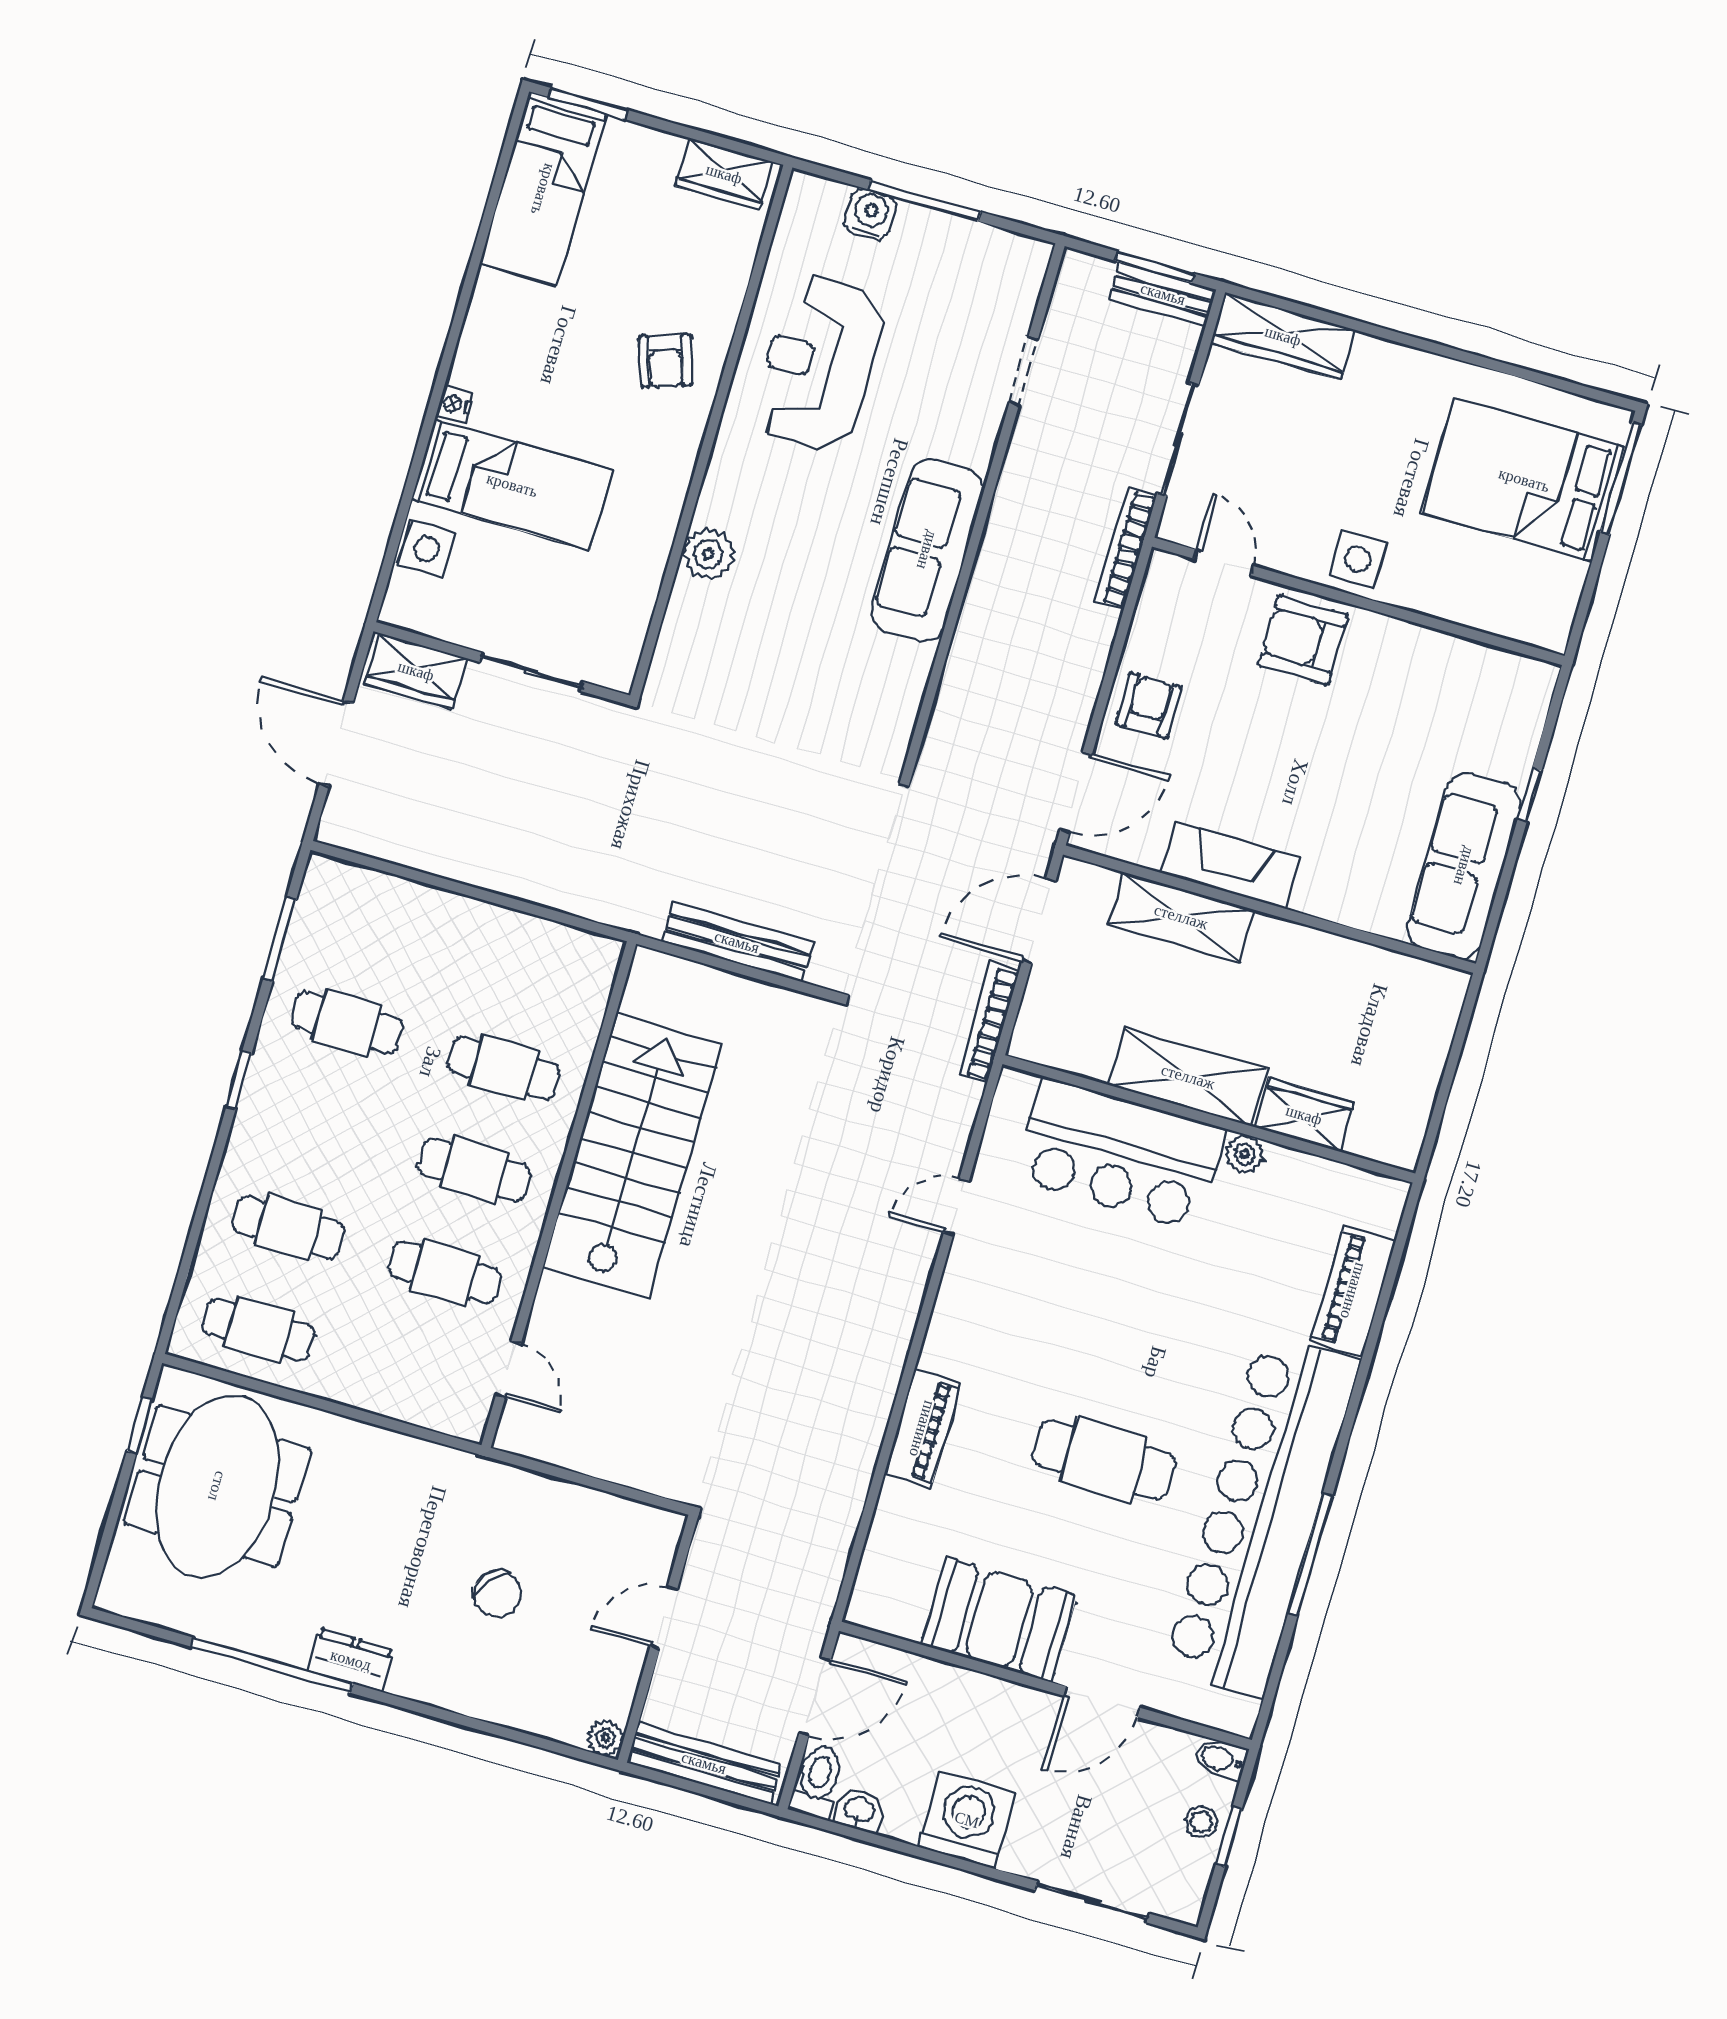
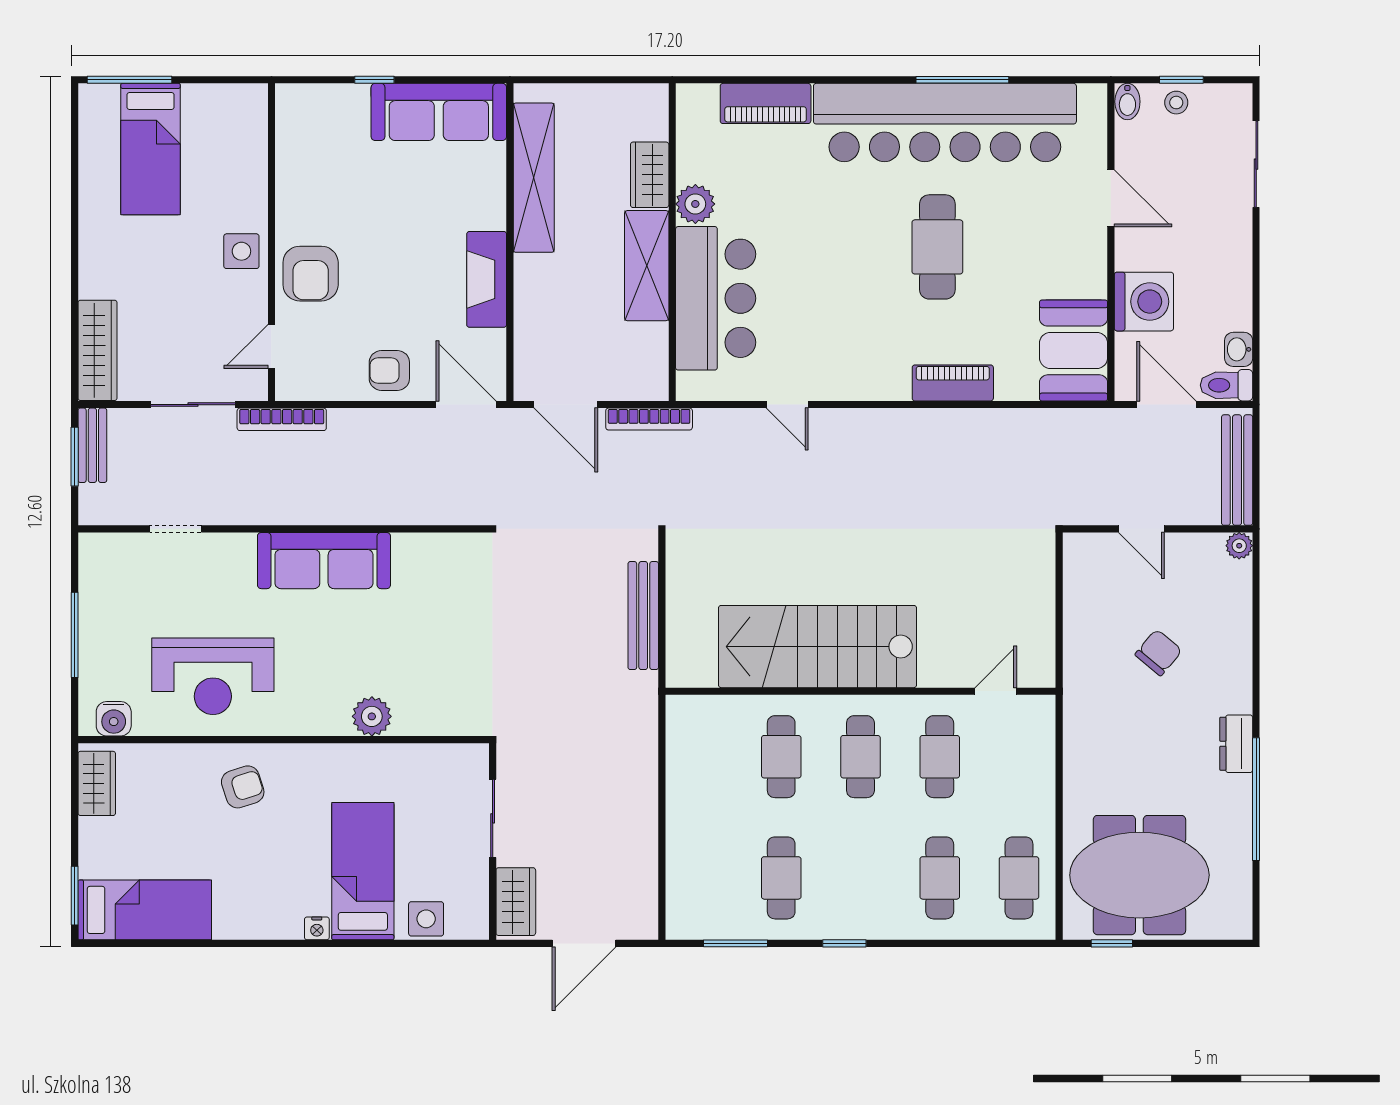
water cooler: (870, 214) -> (114, 719), moved, turned -90
bed: (1524, 480) -> (150, 149), width x0.67
shelving: (1181, 917) -> (534, 178), moved, width x1.47
plant: (1245, 1154) -> (695, 204), width x1.38, depth x1.38
booth: (999, 1620) -> (1074, 350), moved
washing machine: (967, 1820) -> (1144, 302), moved, turned 180

